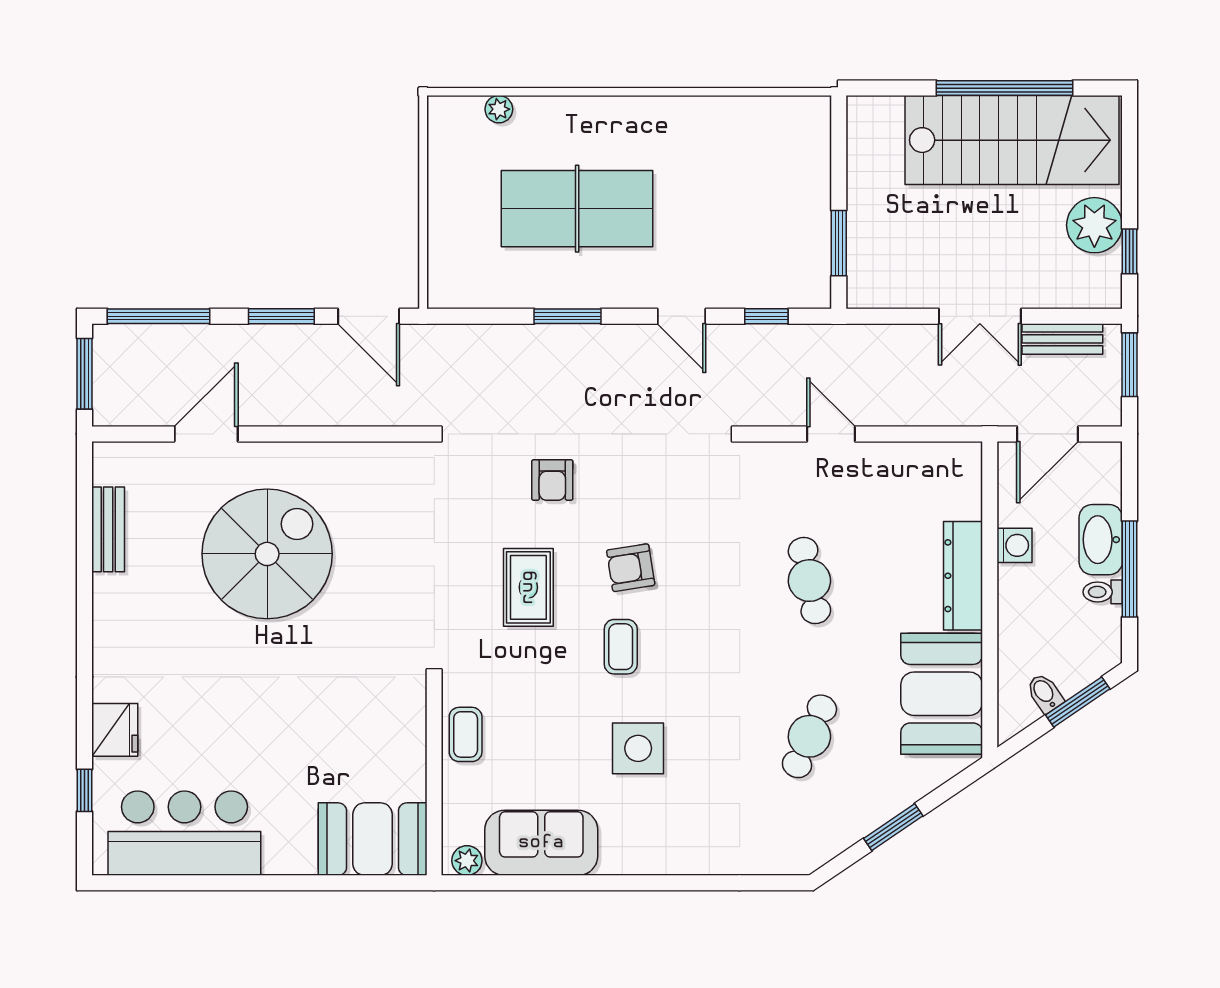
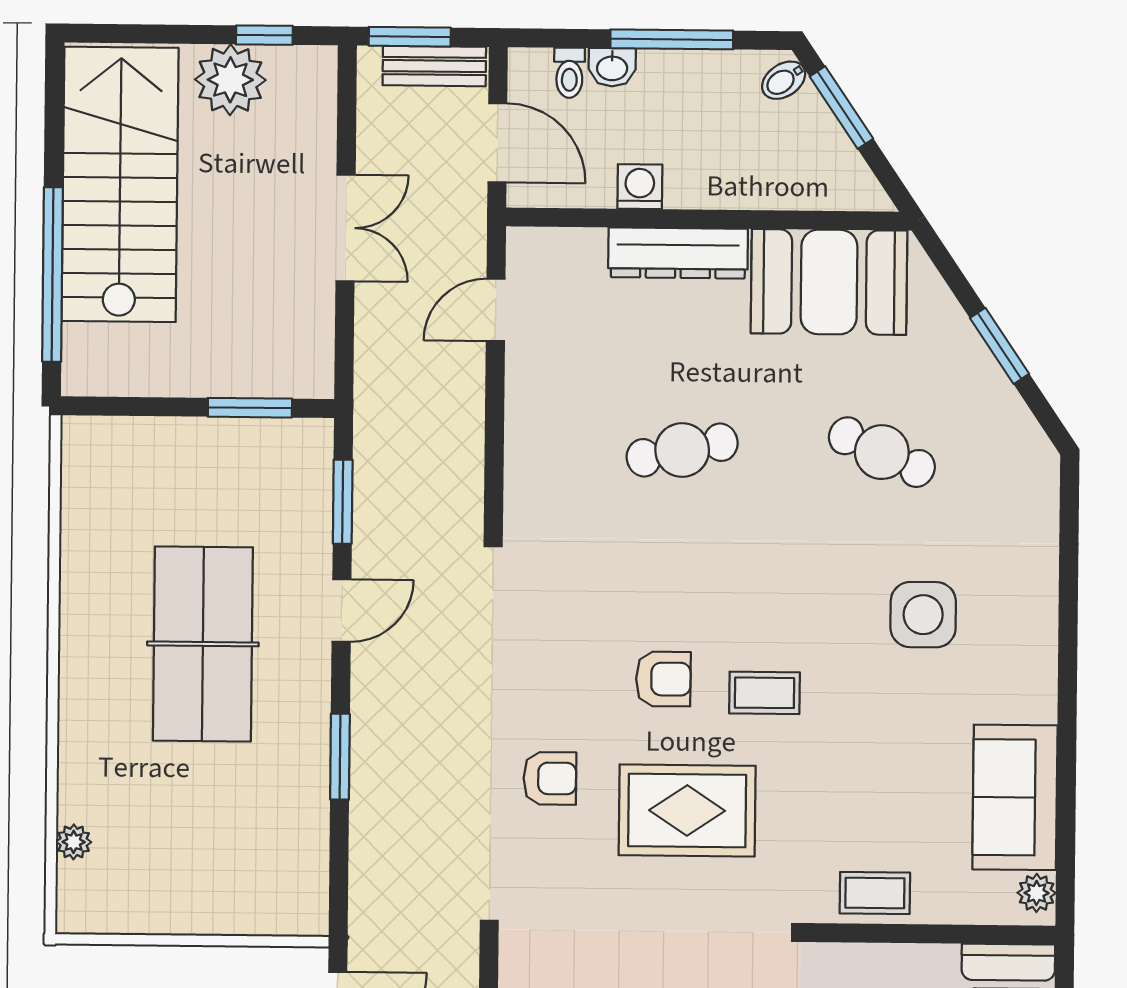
window: (1005, 88) -> (52, 274), moved
table tennis table: (577, 209) -> (203, 644), moved
window: (766, 316) -> (343, 502), width x1.50
bench: (1062, 339) -> (434, 66), moved, turned 90
door: (831, 434) -> (496, 310), moved
washbasin: (1101, 540) -> (612, 67), width x0.52, depth x0.69
armchair: (631, 568) -> (663, 679), turned -81
rug: (528, 587) -> (687, 810), width x1.36, depth x1.43
toilet: (1103, 592) -> (569, 73), moved
bidet: (1045, 693) -> (784, 80), moved
side table: (638, 748) -> (923, 615), moved

